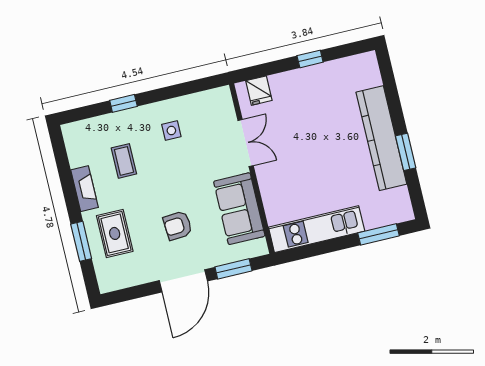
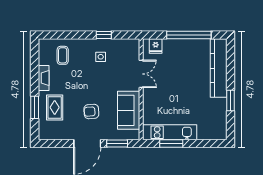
window: (310, 59) -> (189, 35), width x3.17
window: (123, 103) -> (104, 35), moved
kitchen counter: (381, 138) -> (219, 68), moved
coffee table: (124, 161) -> (63, 55), moved
window: (379, 234) -> (171, 144), moved

